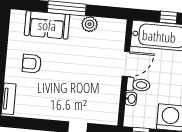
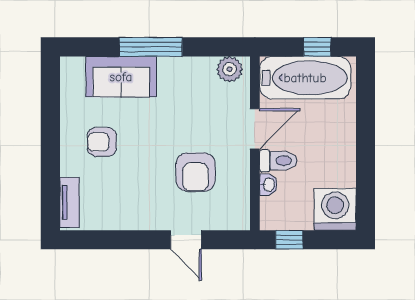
plant: (90, 24) -> (230, 69), moved
armchair: (87, 87) -> (196, 172), added

